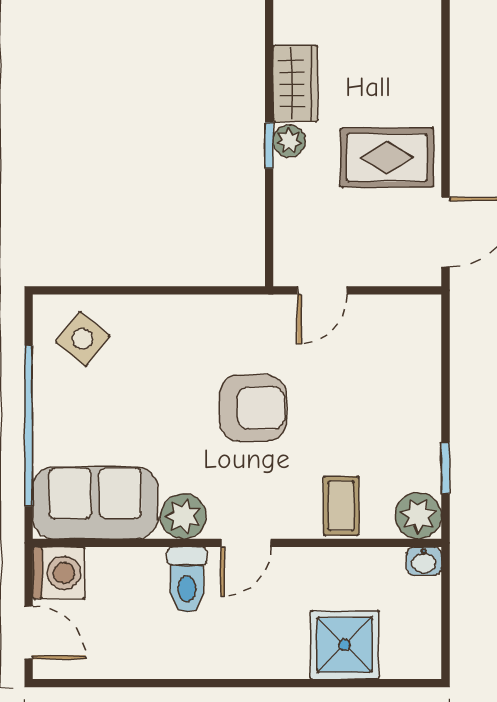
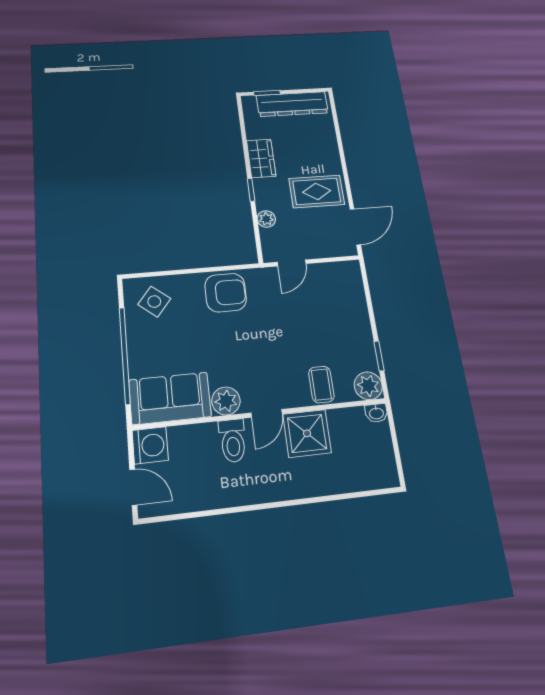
plant: (289, 141) -> (266, 219), moved
armchair: (253, 408) -> (226, 293), moved
shower: (345, 645) -> (307, 433), moved

